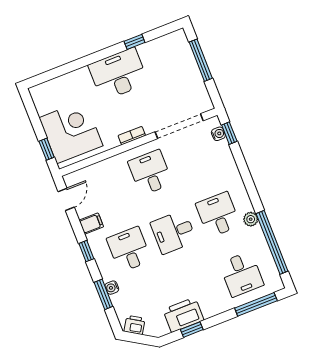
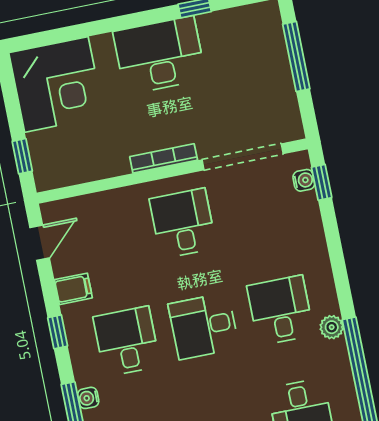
corner desk: (71, 132) -> (56, 84), moved, turned 90
bookcase: (132, 136) -> (164, 158), width x1.56

